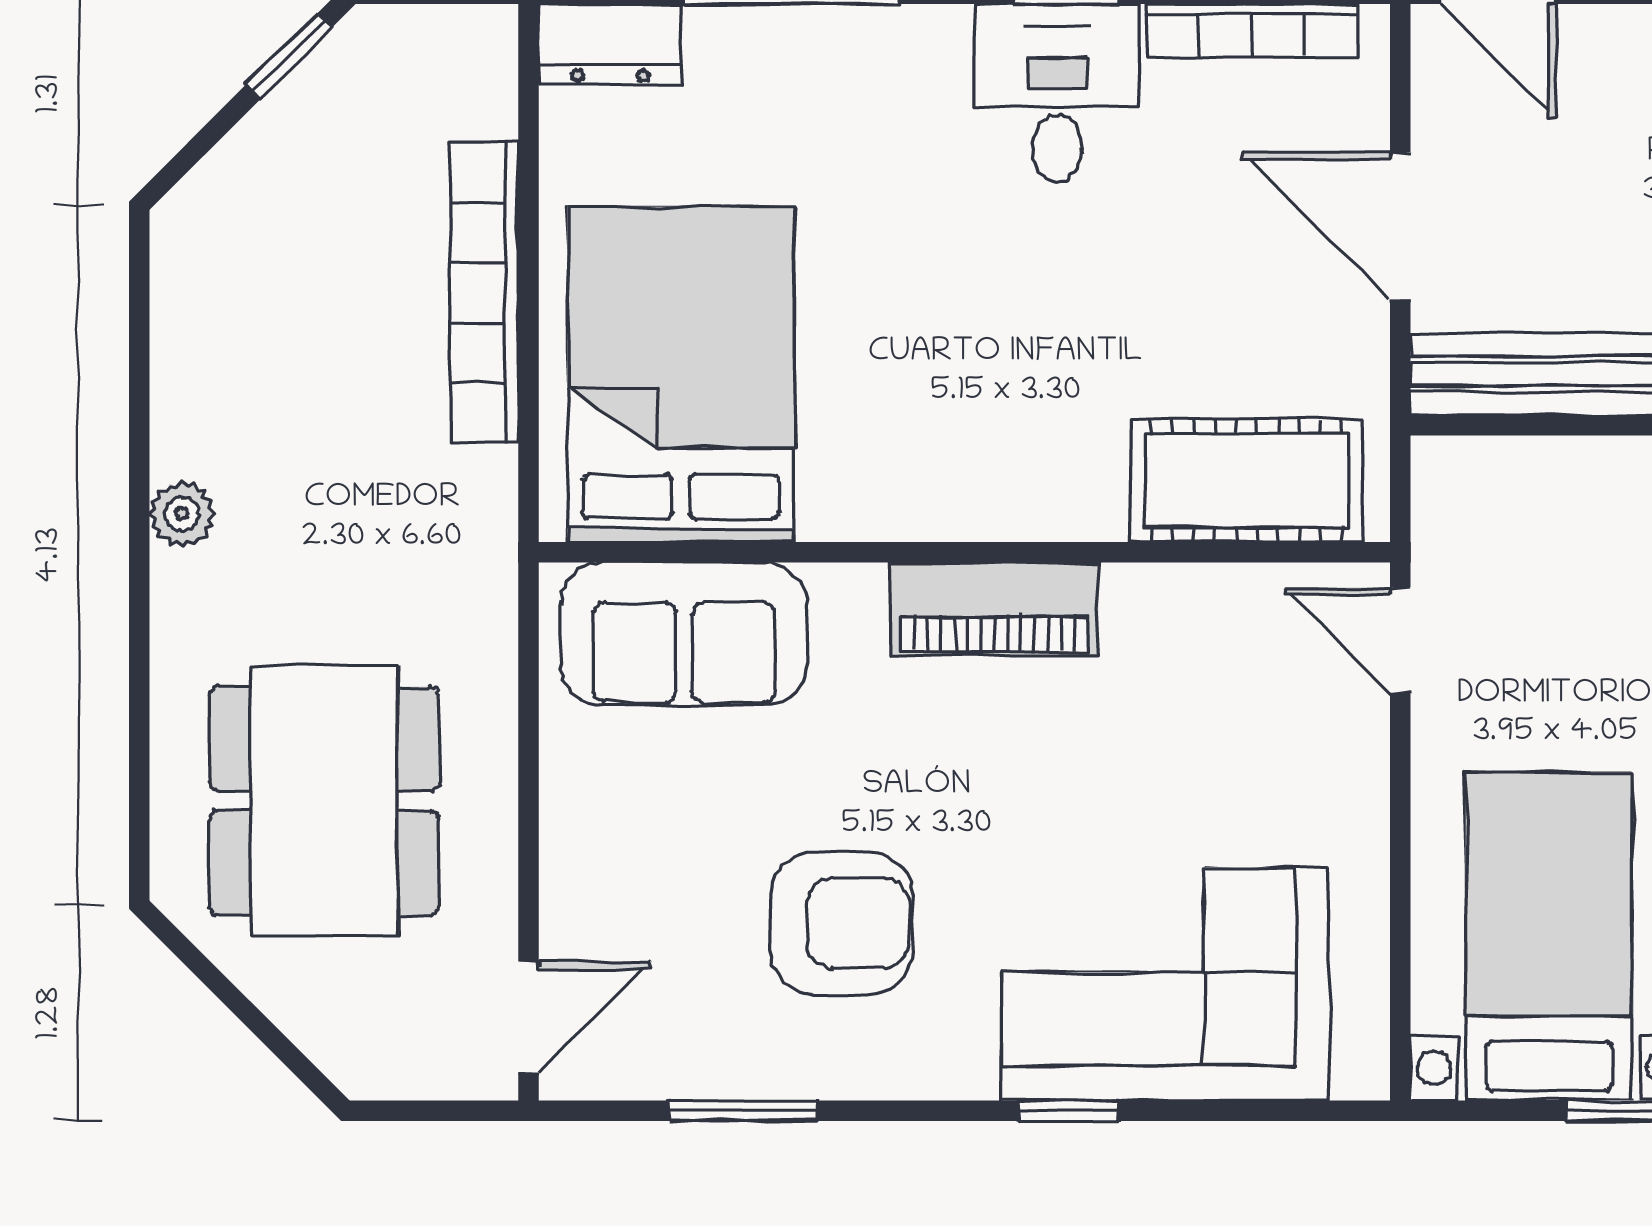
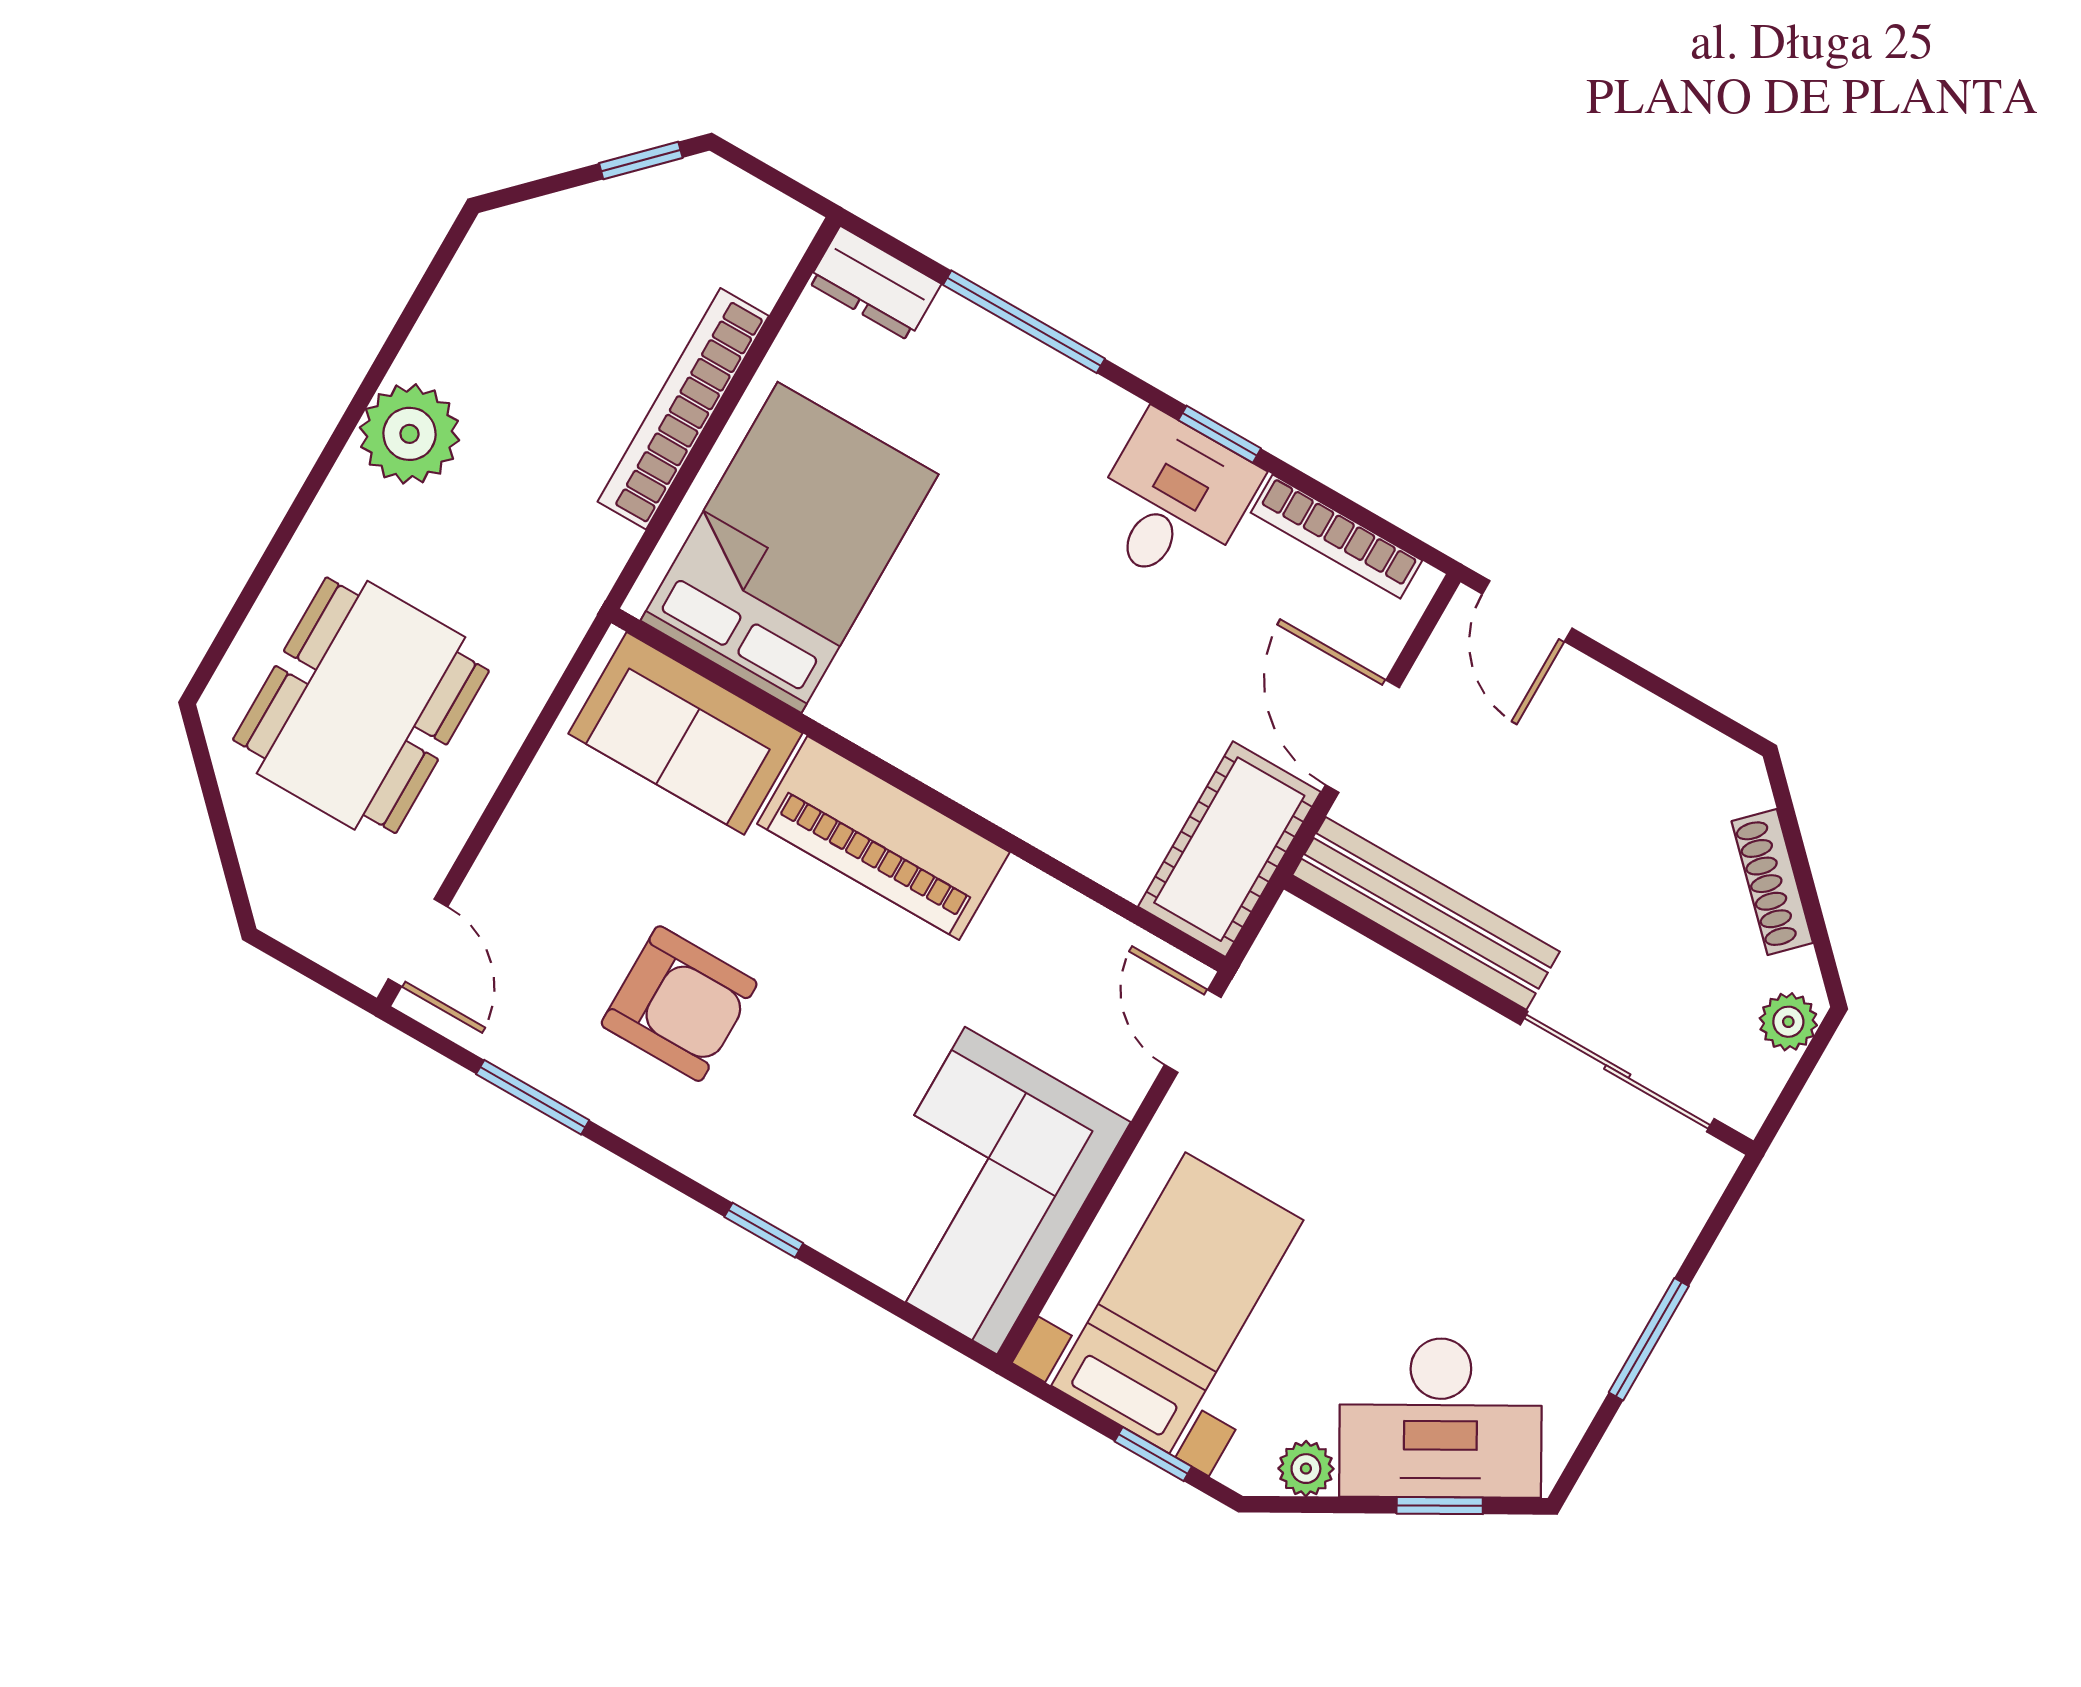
cot: (1246, 480) -> (1229, 849), moved, turned 90
plant: (182, 514) -> (409, 434), width x1.87, depth x1.87
piano: (994, 609) -> (883, 838), width x1.37, depth x1.33
corner sofa: (1165, 984) -> (981, 1191), moved, turned -90
door: (529, 1017) -> (418, 943), hinge flipped

